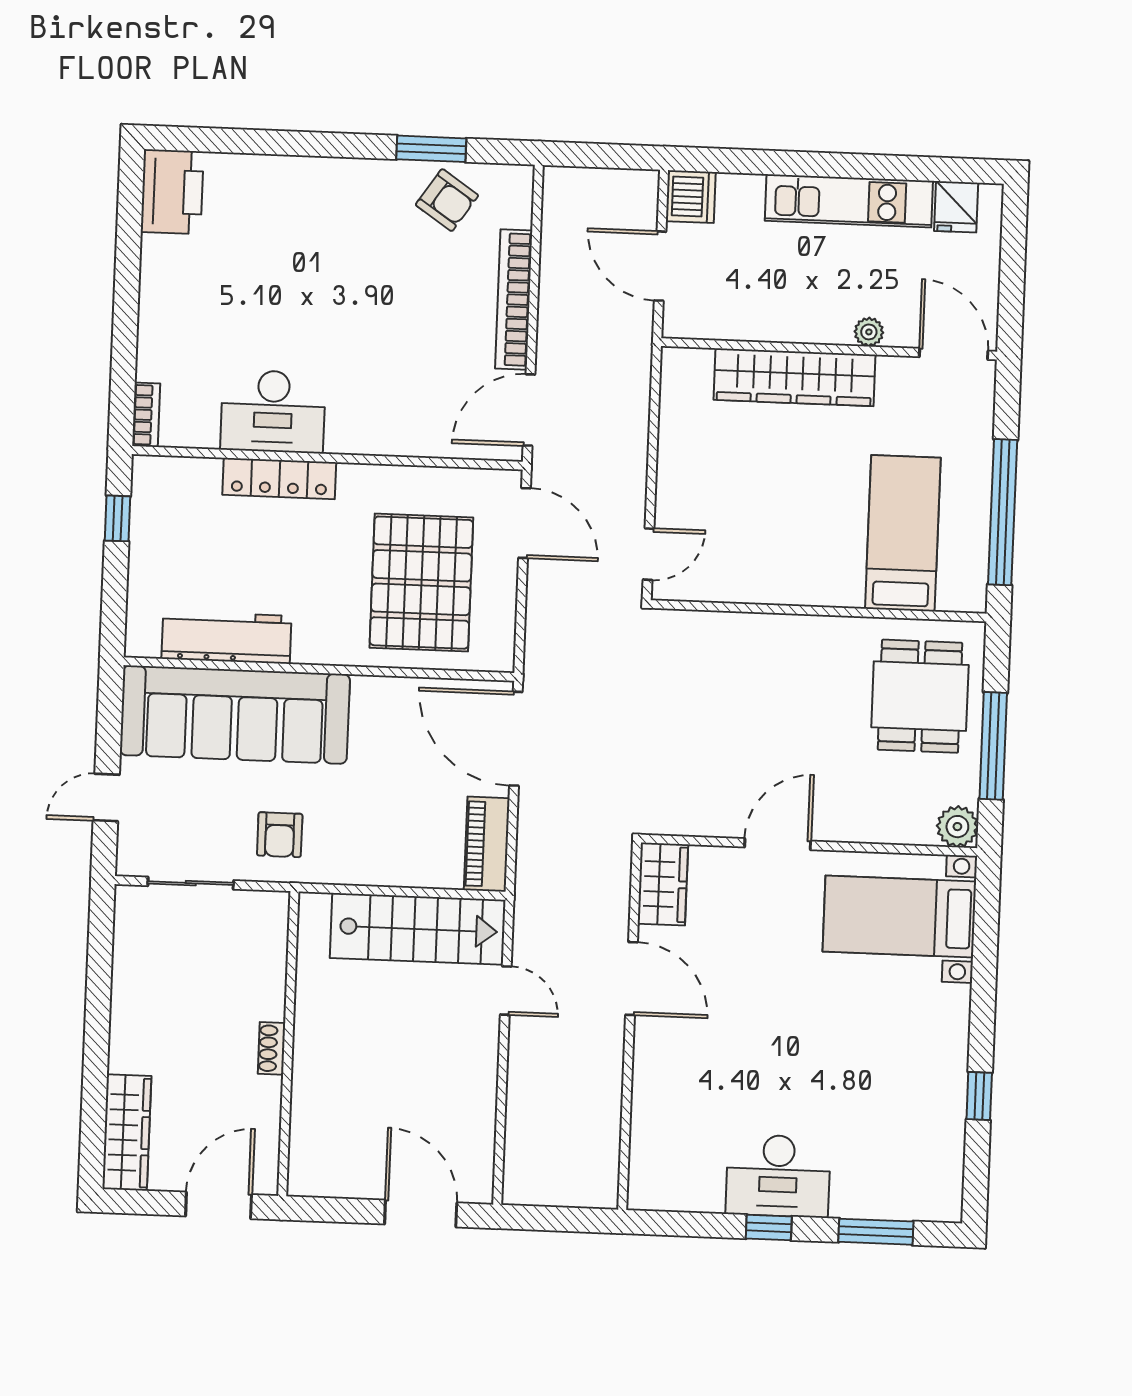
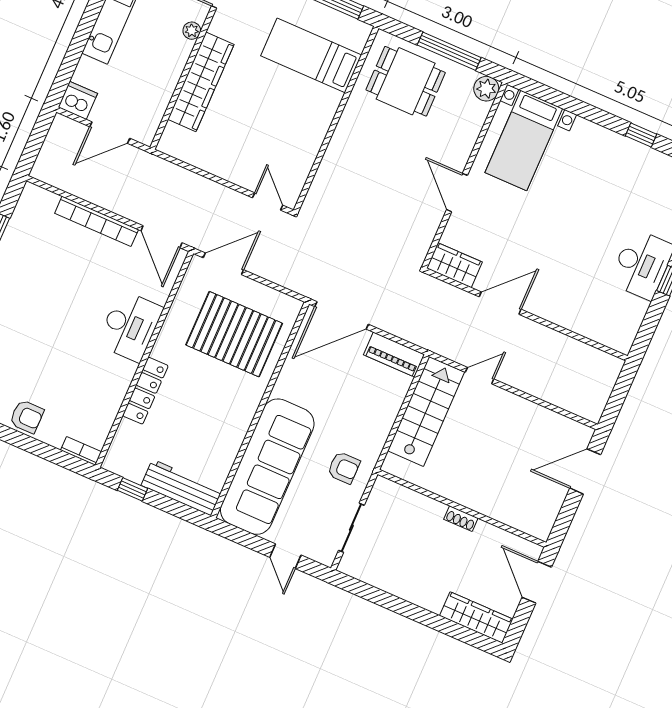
armchair: (447, 200) -> (27, 417), moved, turned 56
desk: (273, 411) -> (130, 326), moved
workbench: (226, 637) -> (182, 488), moved, turned 90

